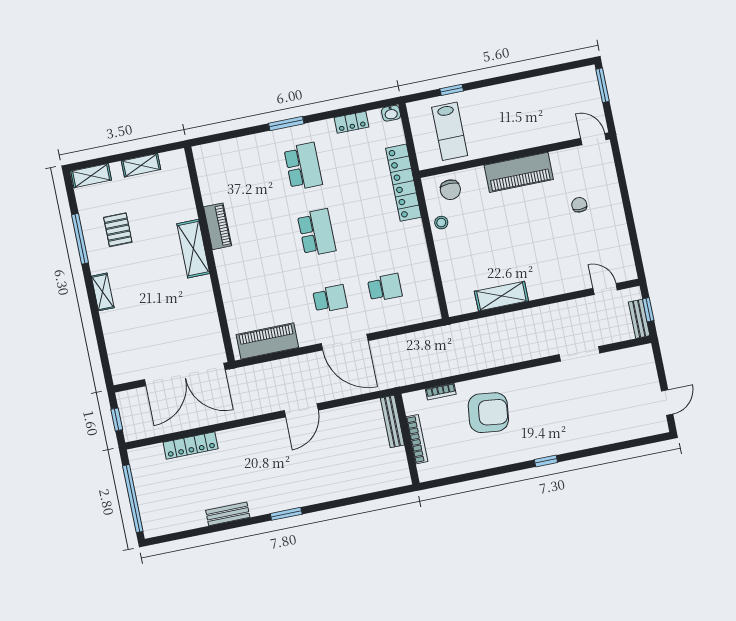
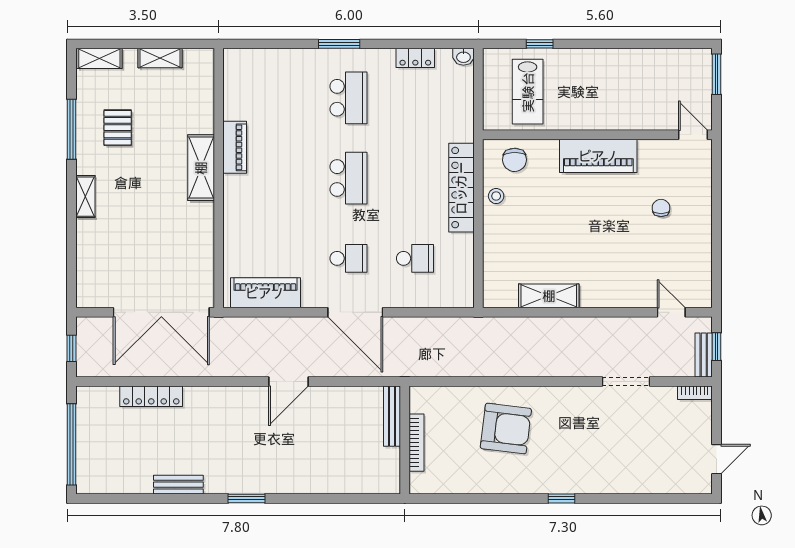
locker: (403, 183) -> (461, 188), moved
bookcase: (441, 392) -> (695, 393), moved

